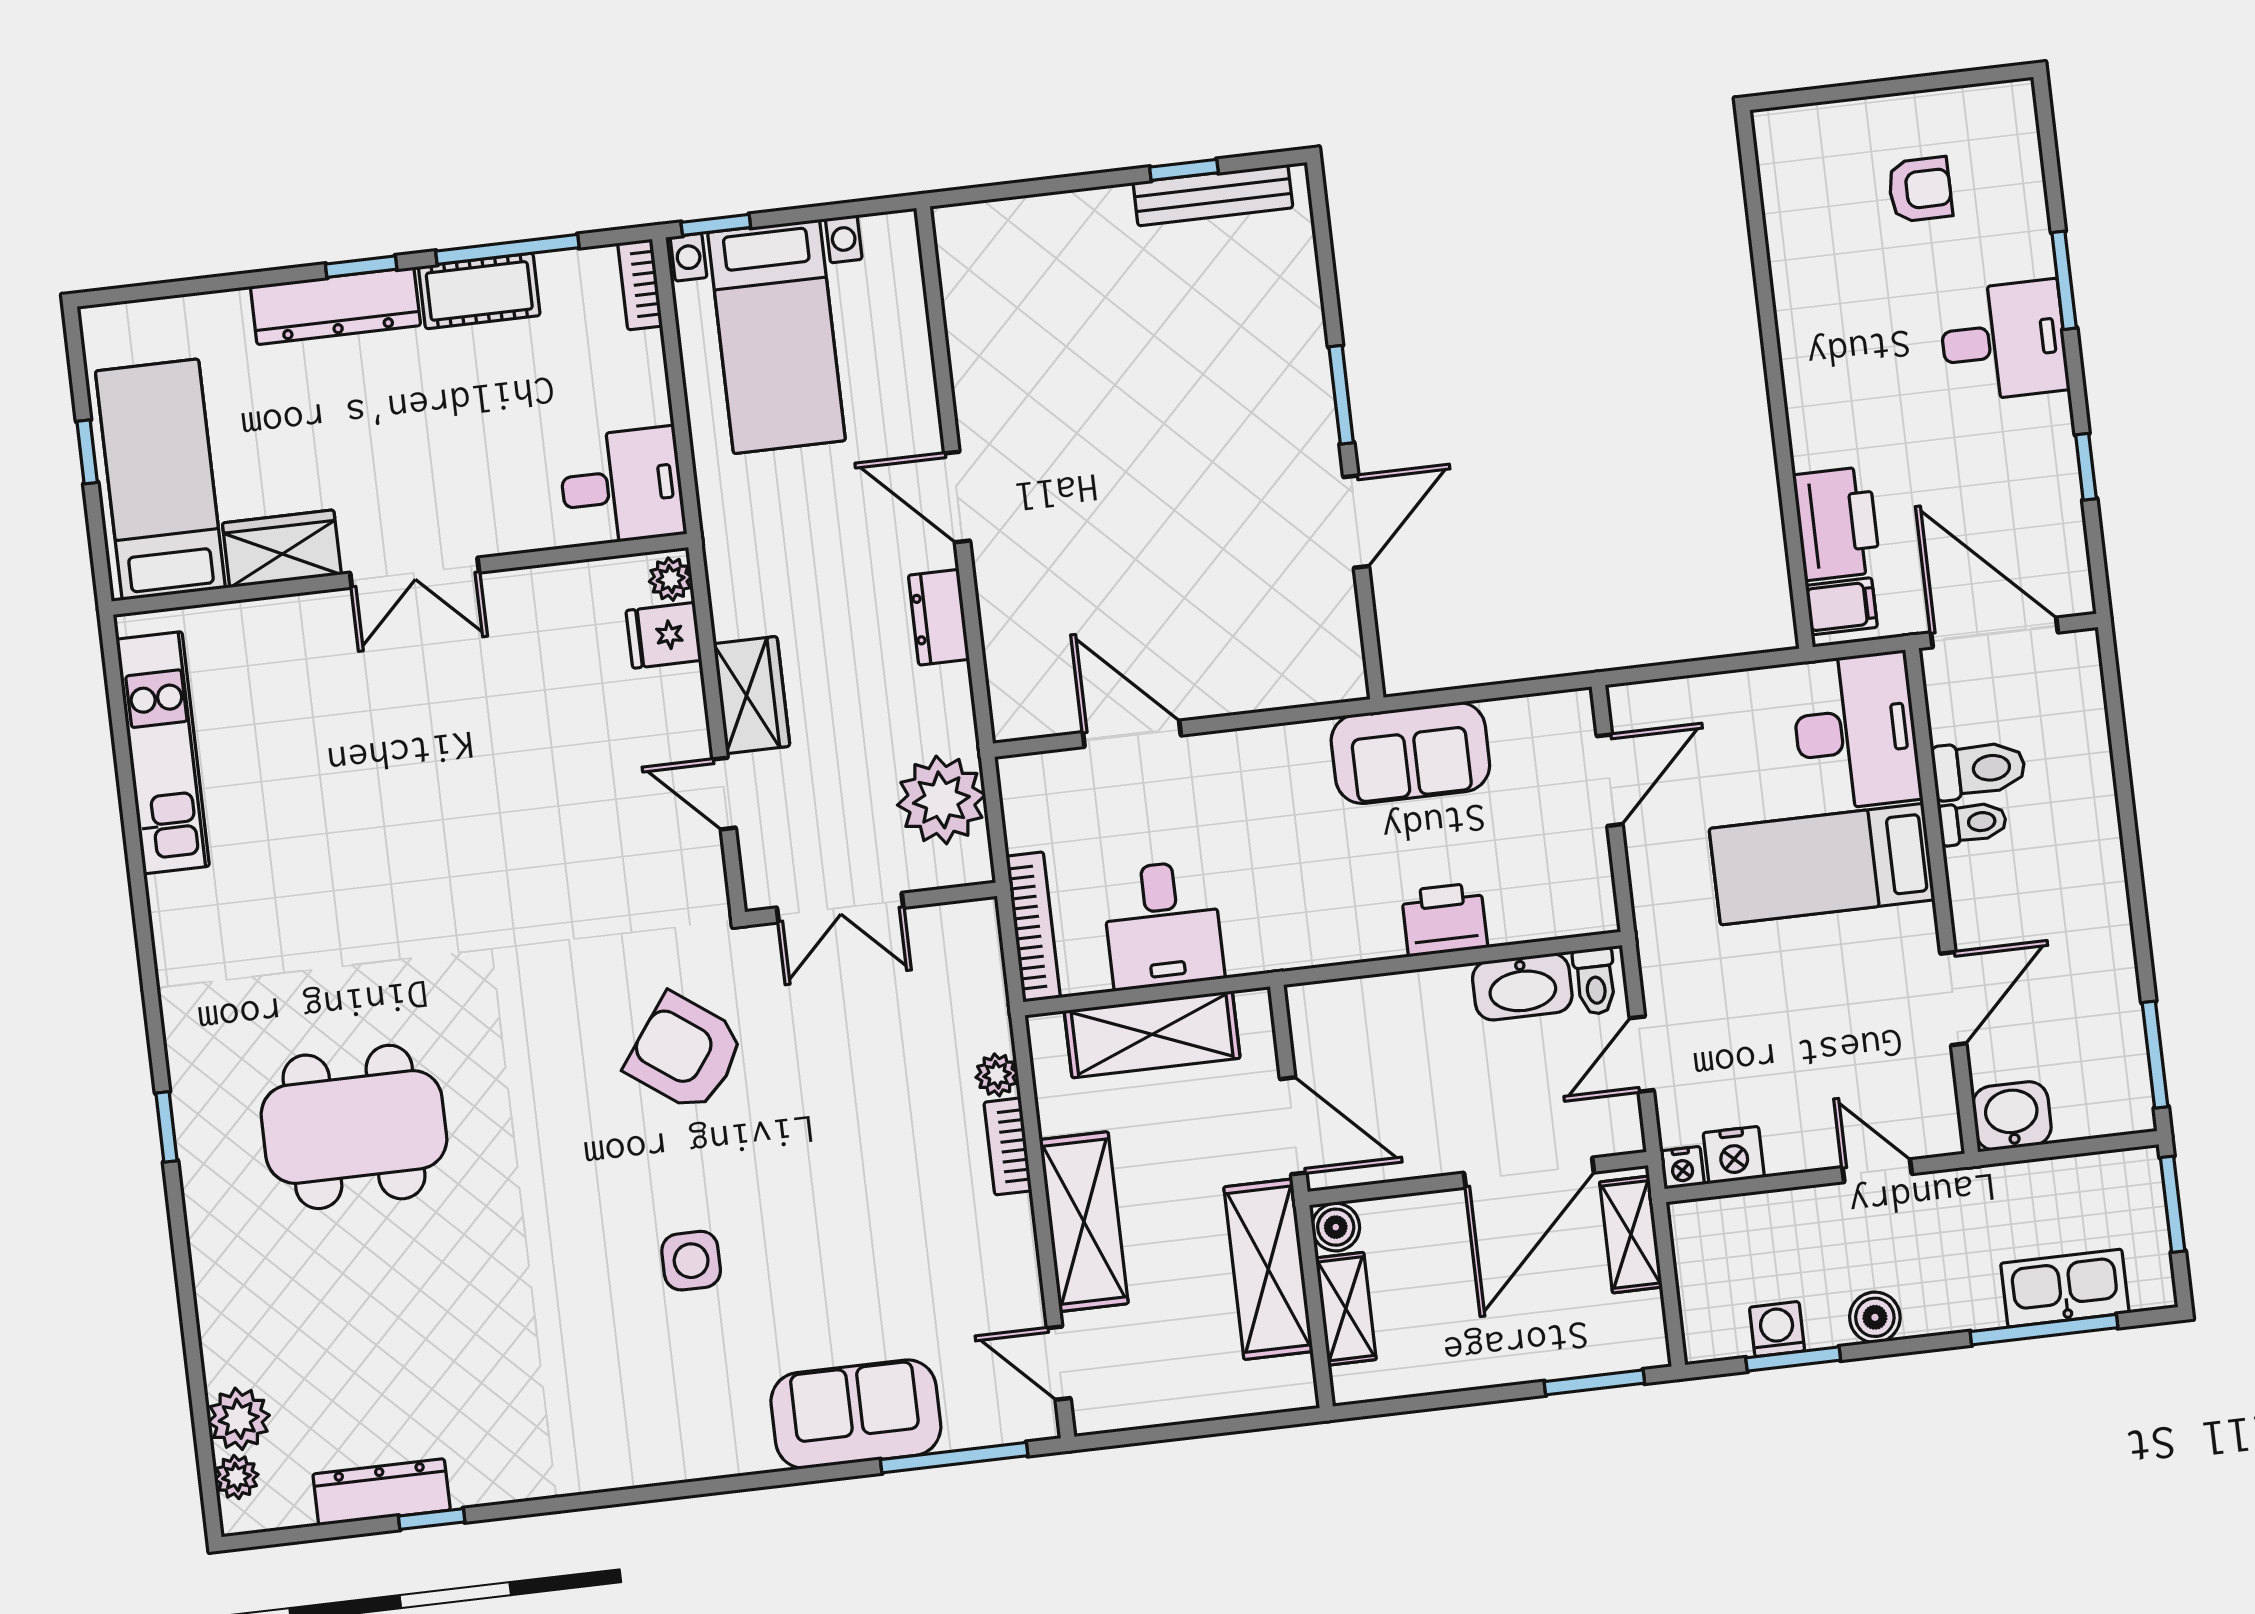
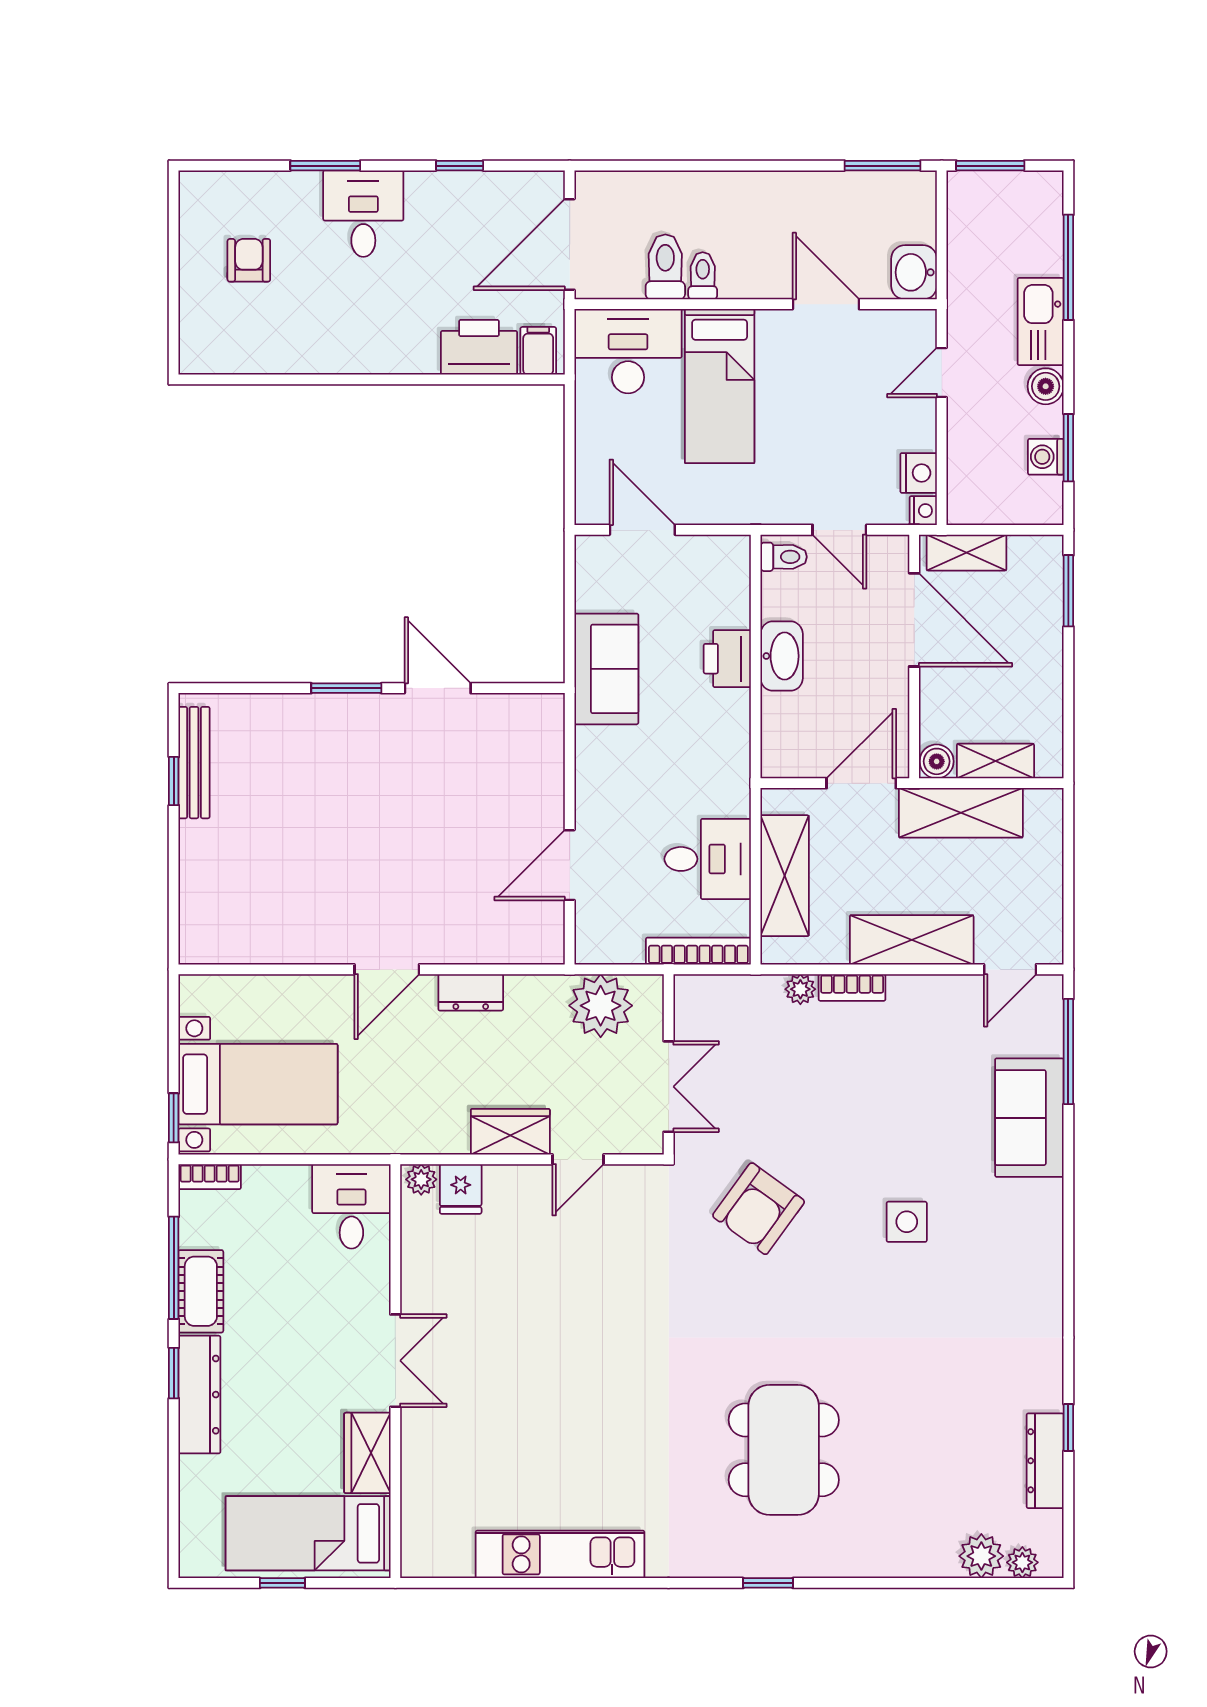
kitchen unit: (163, 753) -> (560, 1554), moved
washbasin: (1522, 987) -> (782, 656), moved
kitchen sink: (2065, 1288) -> (1041, 321), moved

